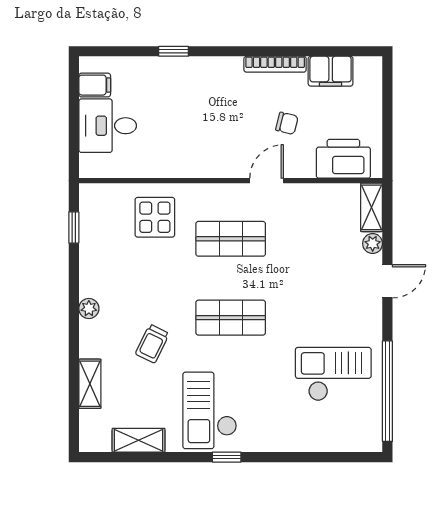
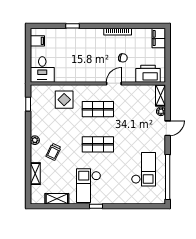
filing cabinet: (331, 71) -> (159, 38), moved, turned 90
desk: (108, 126) -> (42, 69), moved, turned -90
trolley: (152, 344) -> (54, 152), moved
checkout: (333, 374) -> (143, 169), turned 90

